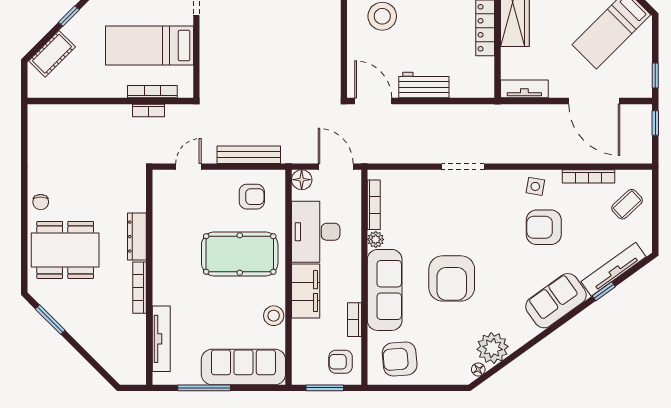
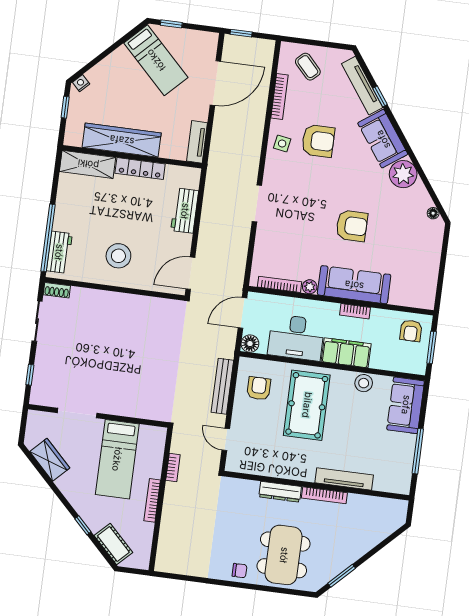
window: (655, 75) -> (171, 24), moved
workbench: (424, 85) -> (185, 211), moved
bookcase: (152, 92) -> (152, 500), moved
armchair: (544, 227) -> (318, 141), turned -90
armchair: (452, 278) -> (352, 226), width x0.73, depth x0.73
bookcase: (354, 320) -> (355, 311), moved
tv unit: (161, 339) -> (344, 479), moved
plant: (493, 348) -> (403, 174), moved
armchair: (400, 359) -> (415, 280), removed
sofa: (243, 367) -> (406, 405), width x0.73

